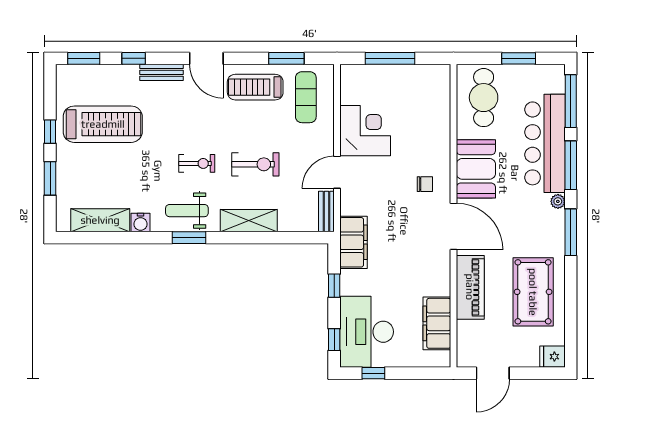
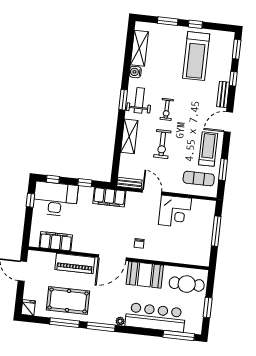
window: (571, 165) -> (64, 323), moved

